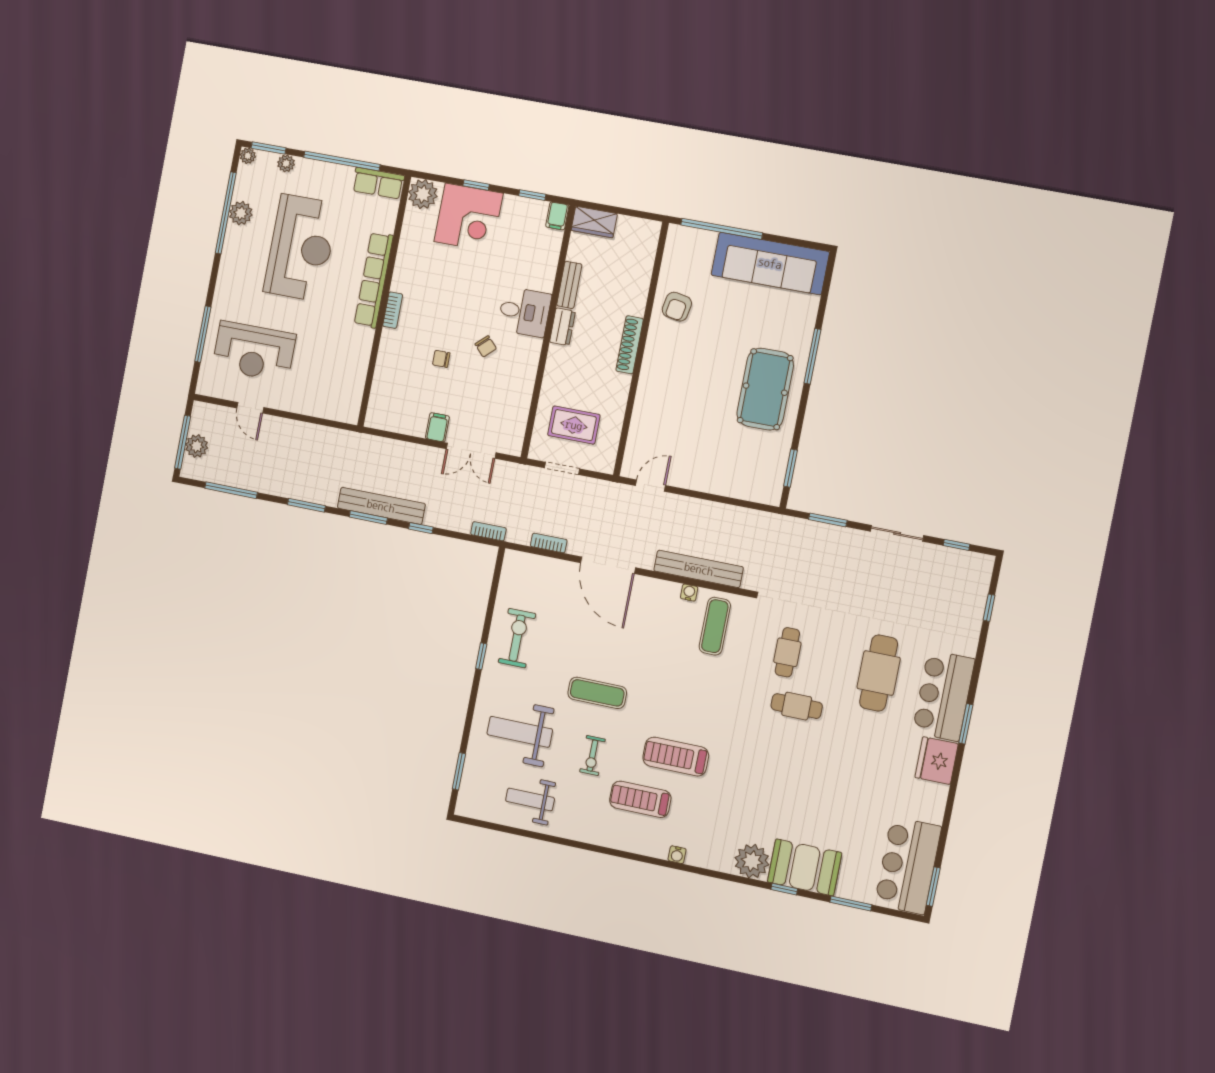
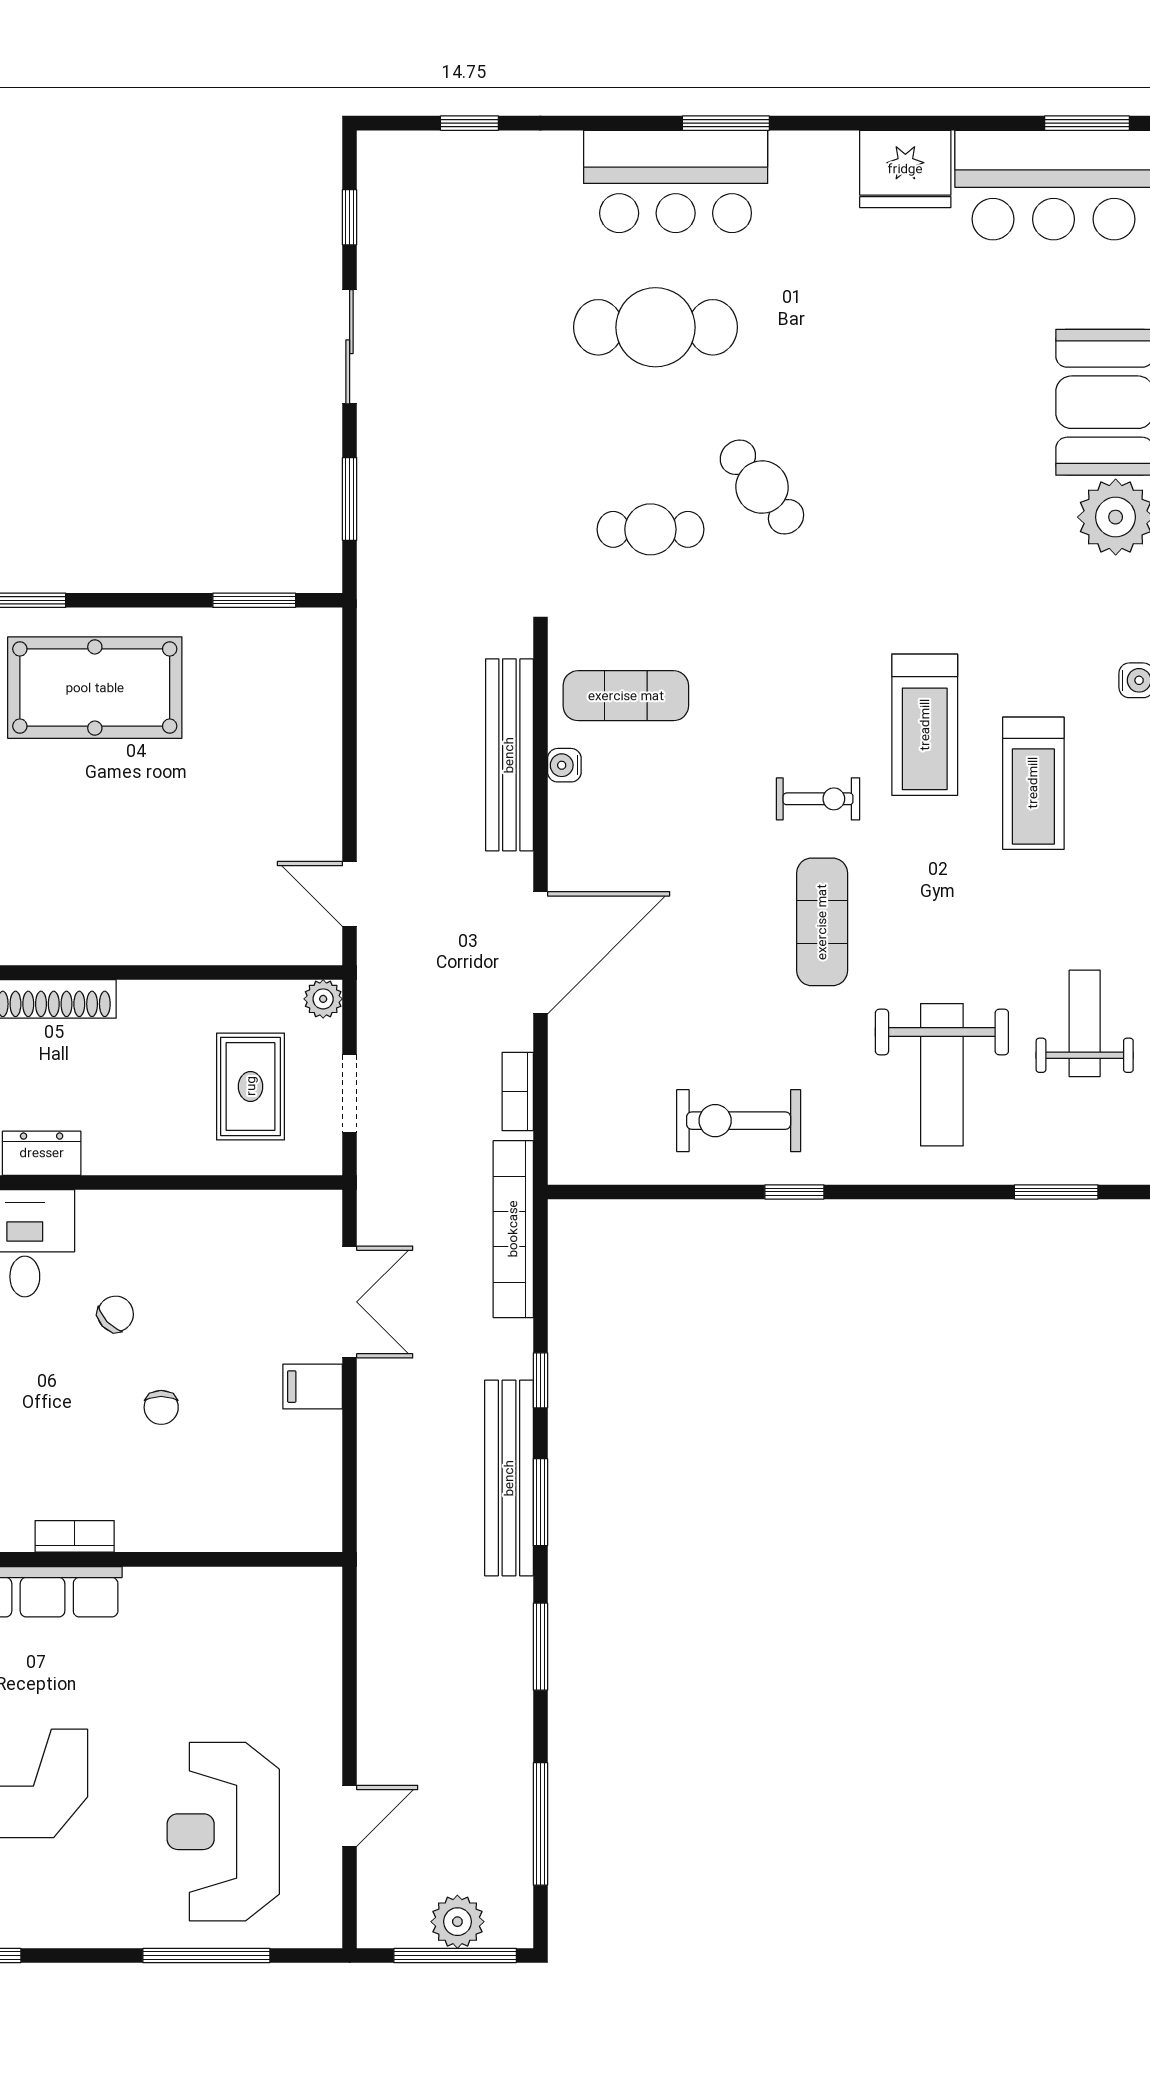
reception desk: (254, 351) -> (223, 1832), turned 180
plant: (606, 465) -> (323, 999), added
bookcase: (488, 531) -> (513, 1229), width x2.31, depth x1.31
cafe table: (797, 706) -> (762, 487), turned -39
exercise bike: (592, 756) -> (818, 799), moved
fridge: (937, 761) -> (905, 169), moved
weight bench: (530, 799) -> (1085, 1023), turned 180

